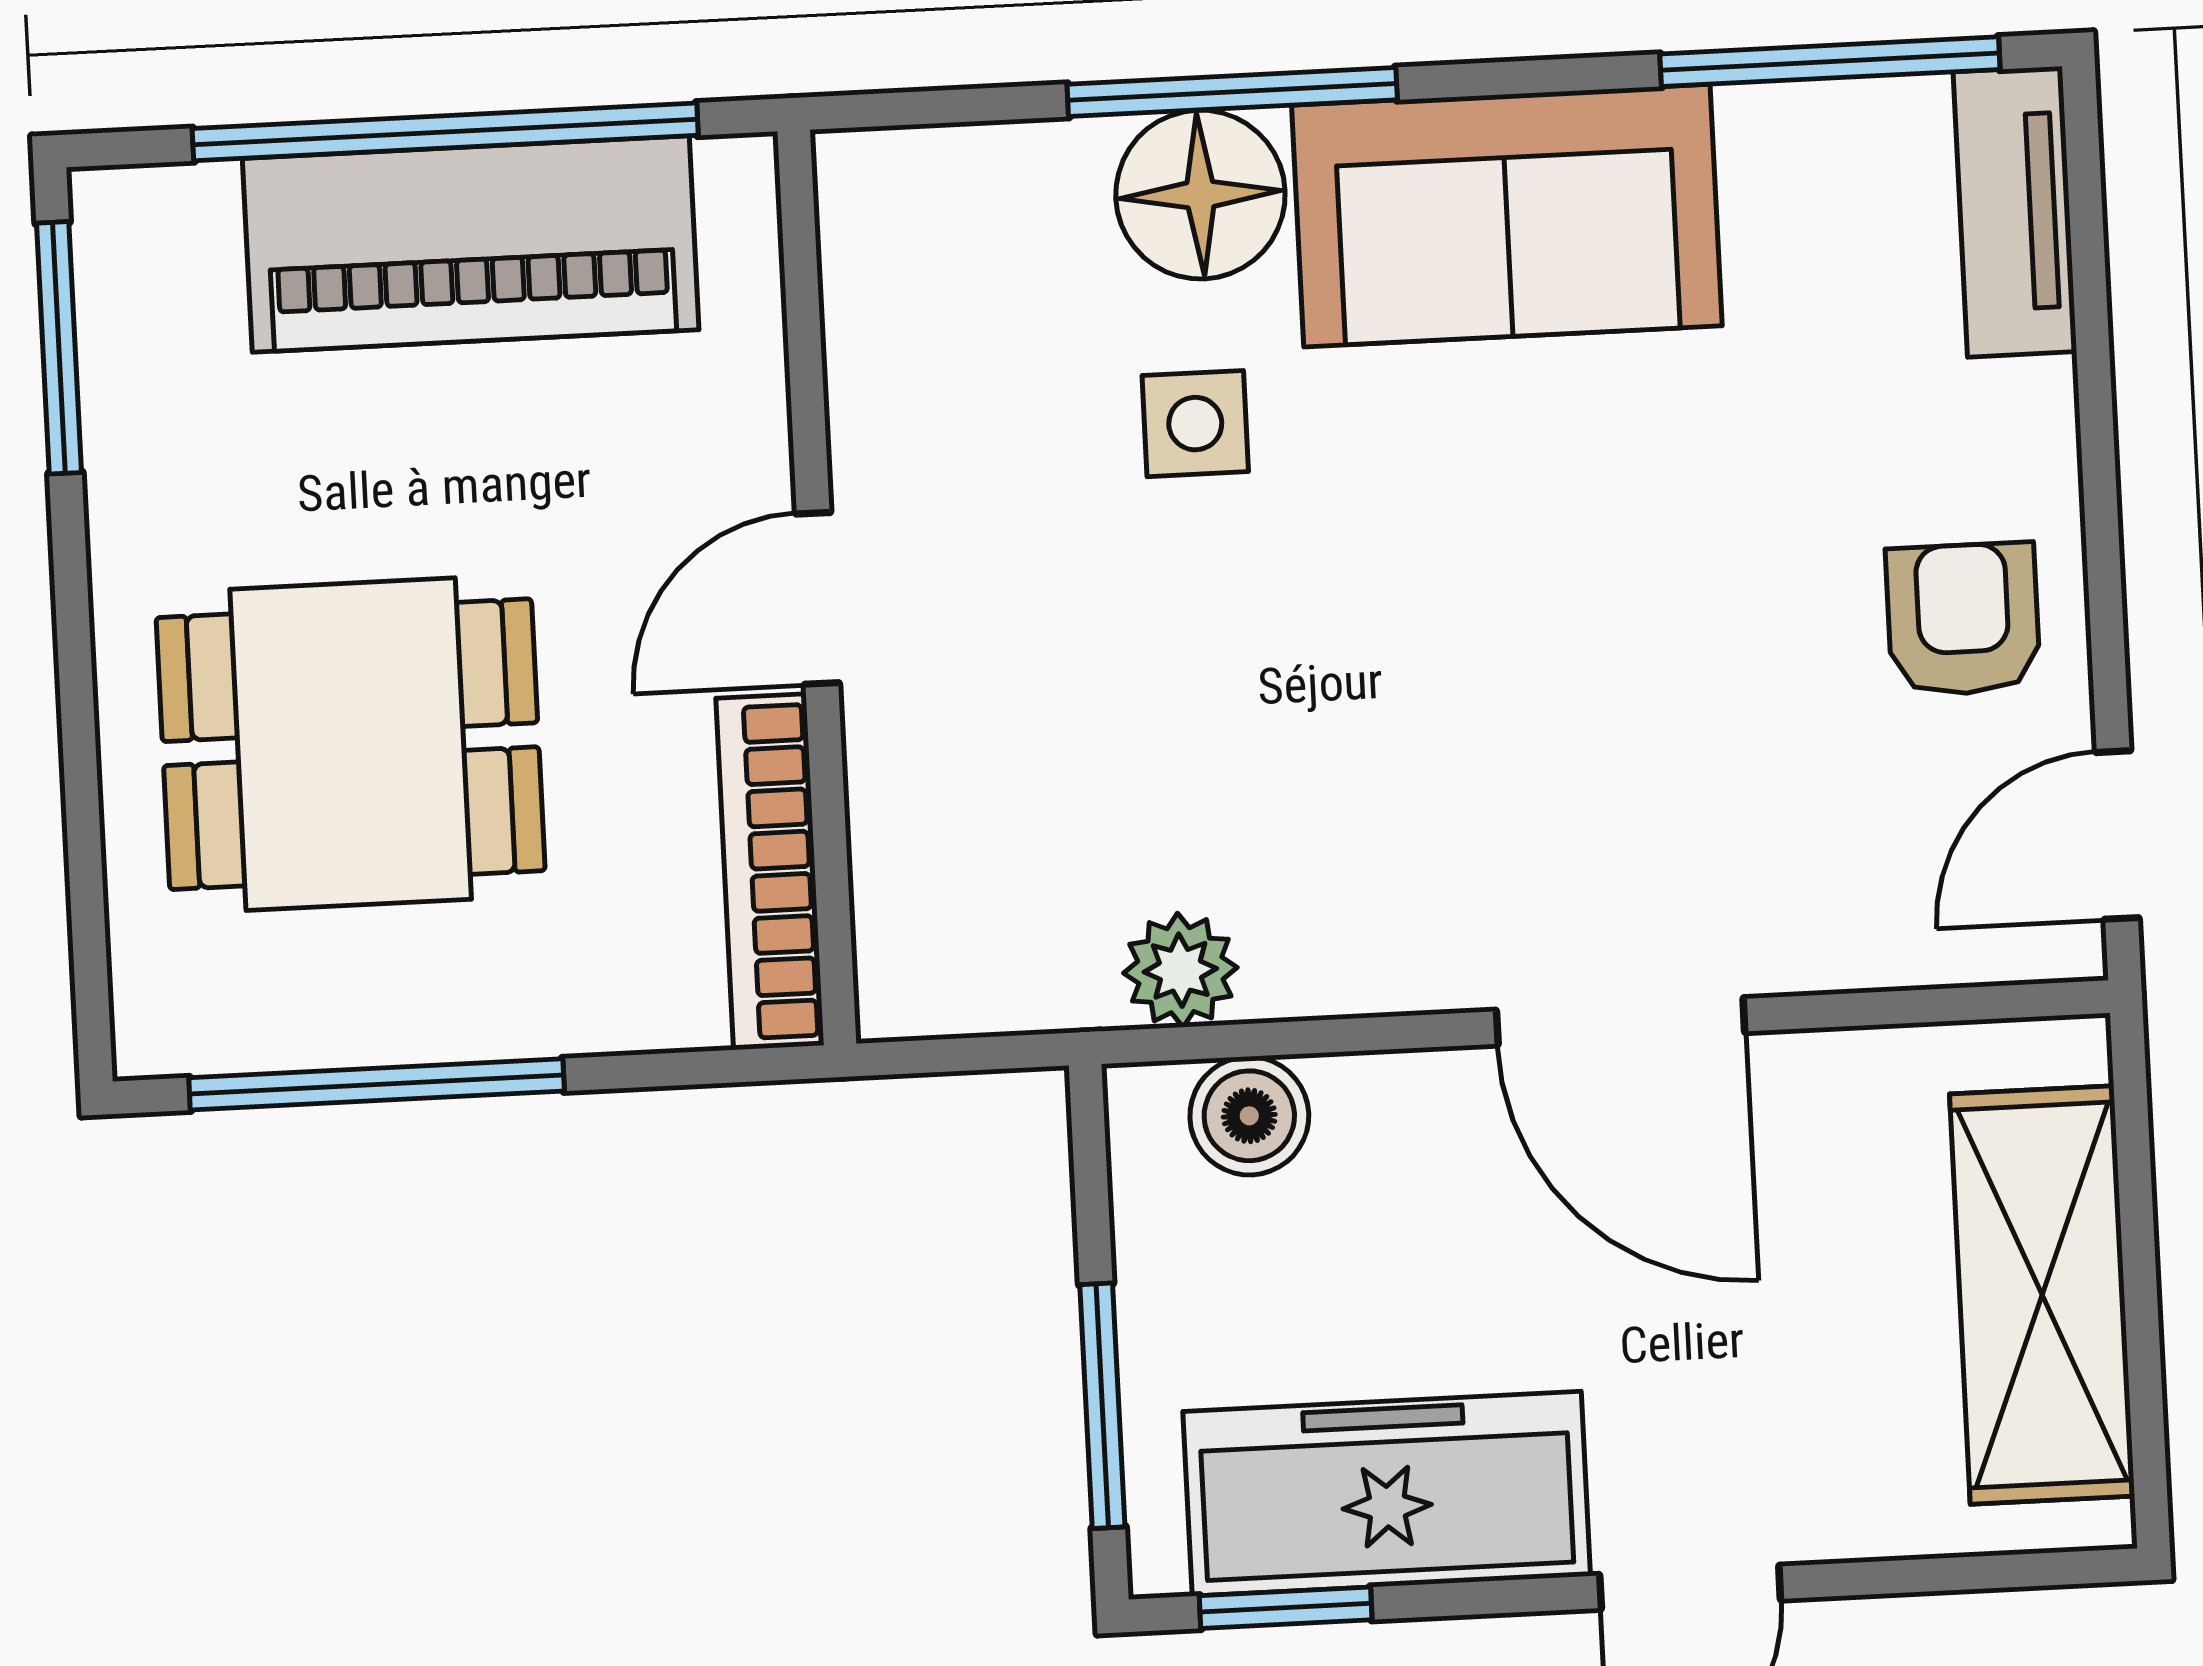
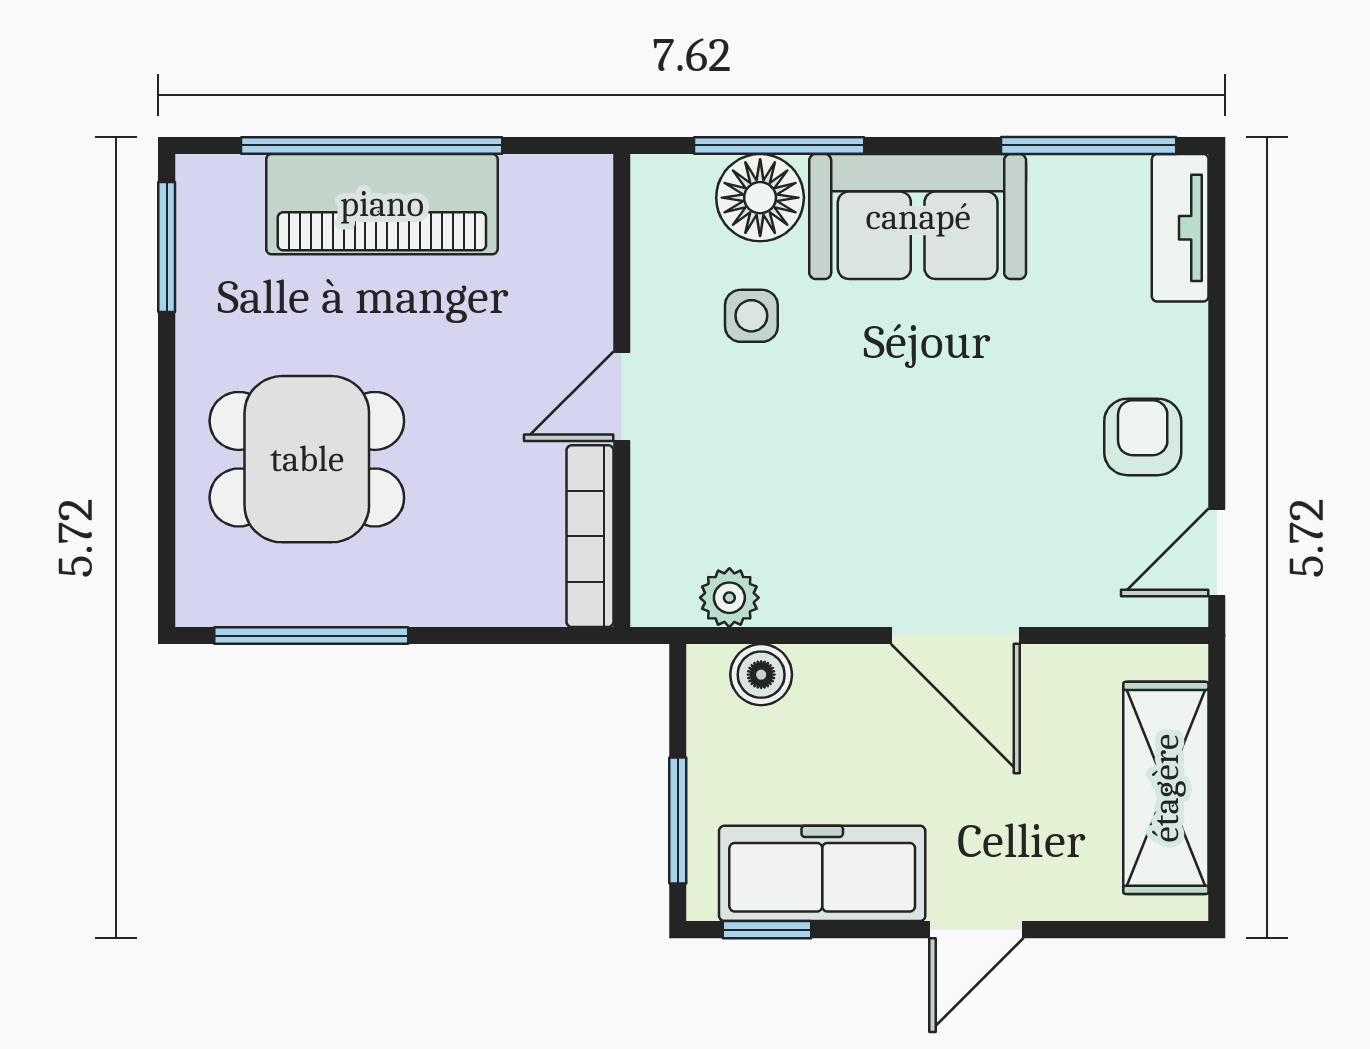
wall: (817, 588) -> (622, 391), moved
door: (817, 598) -> (622, 396), moved
bookcase: (770, 872) -> (590, 536), moved

